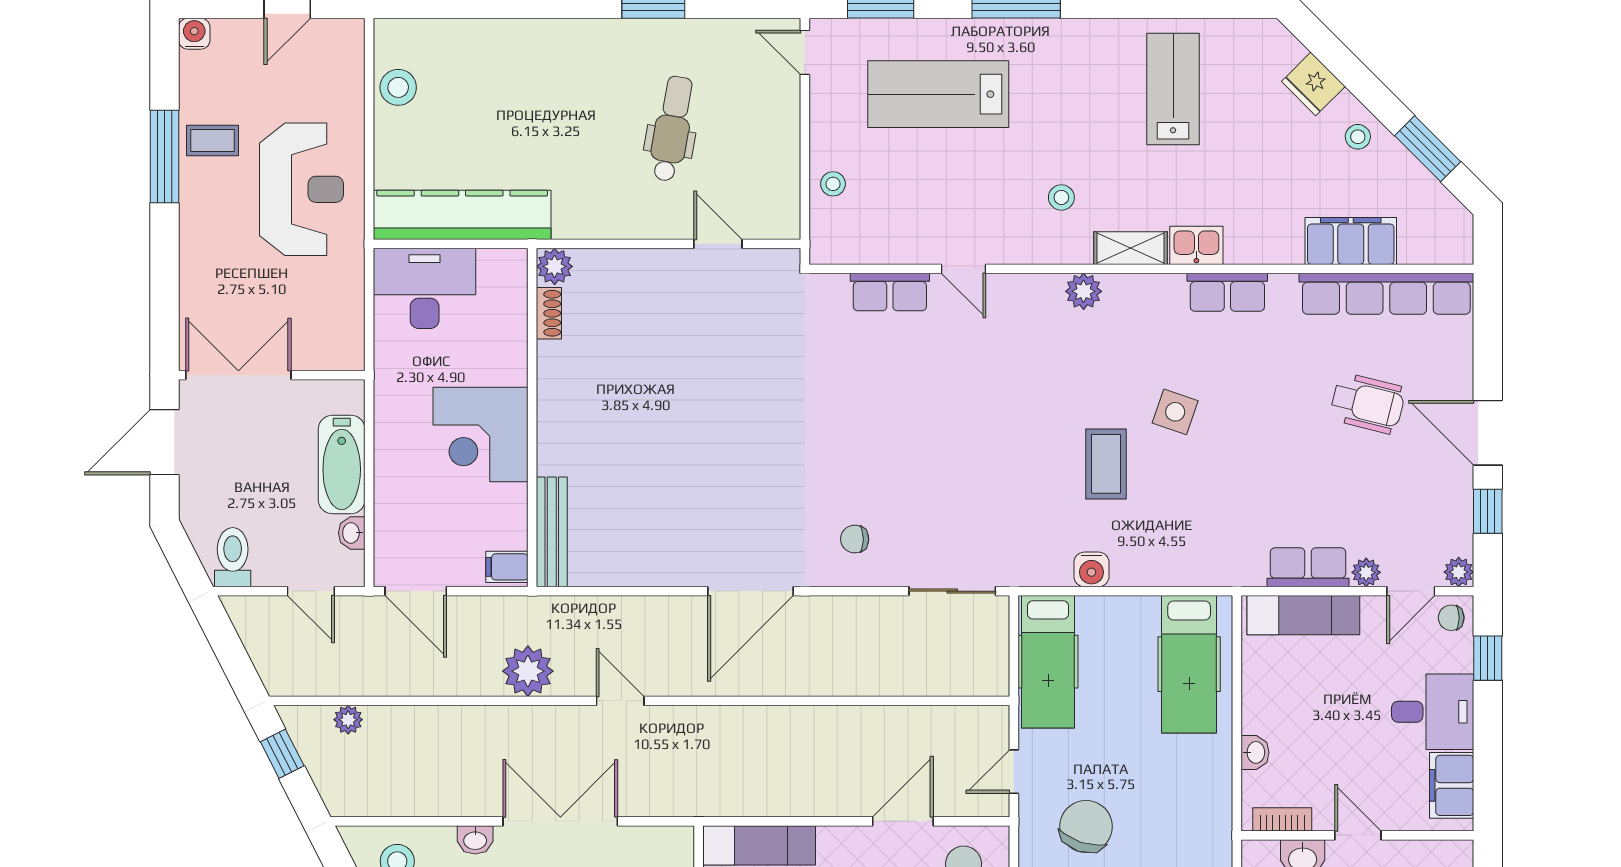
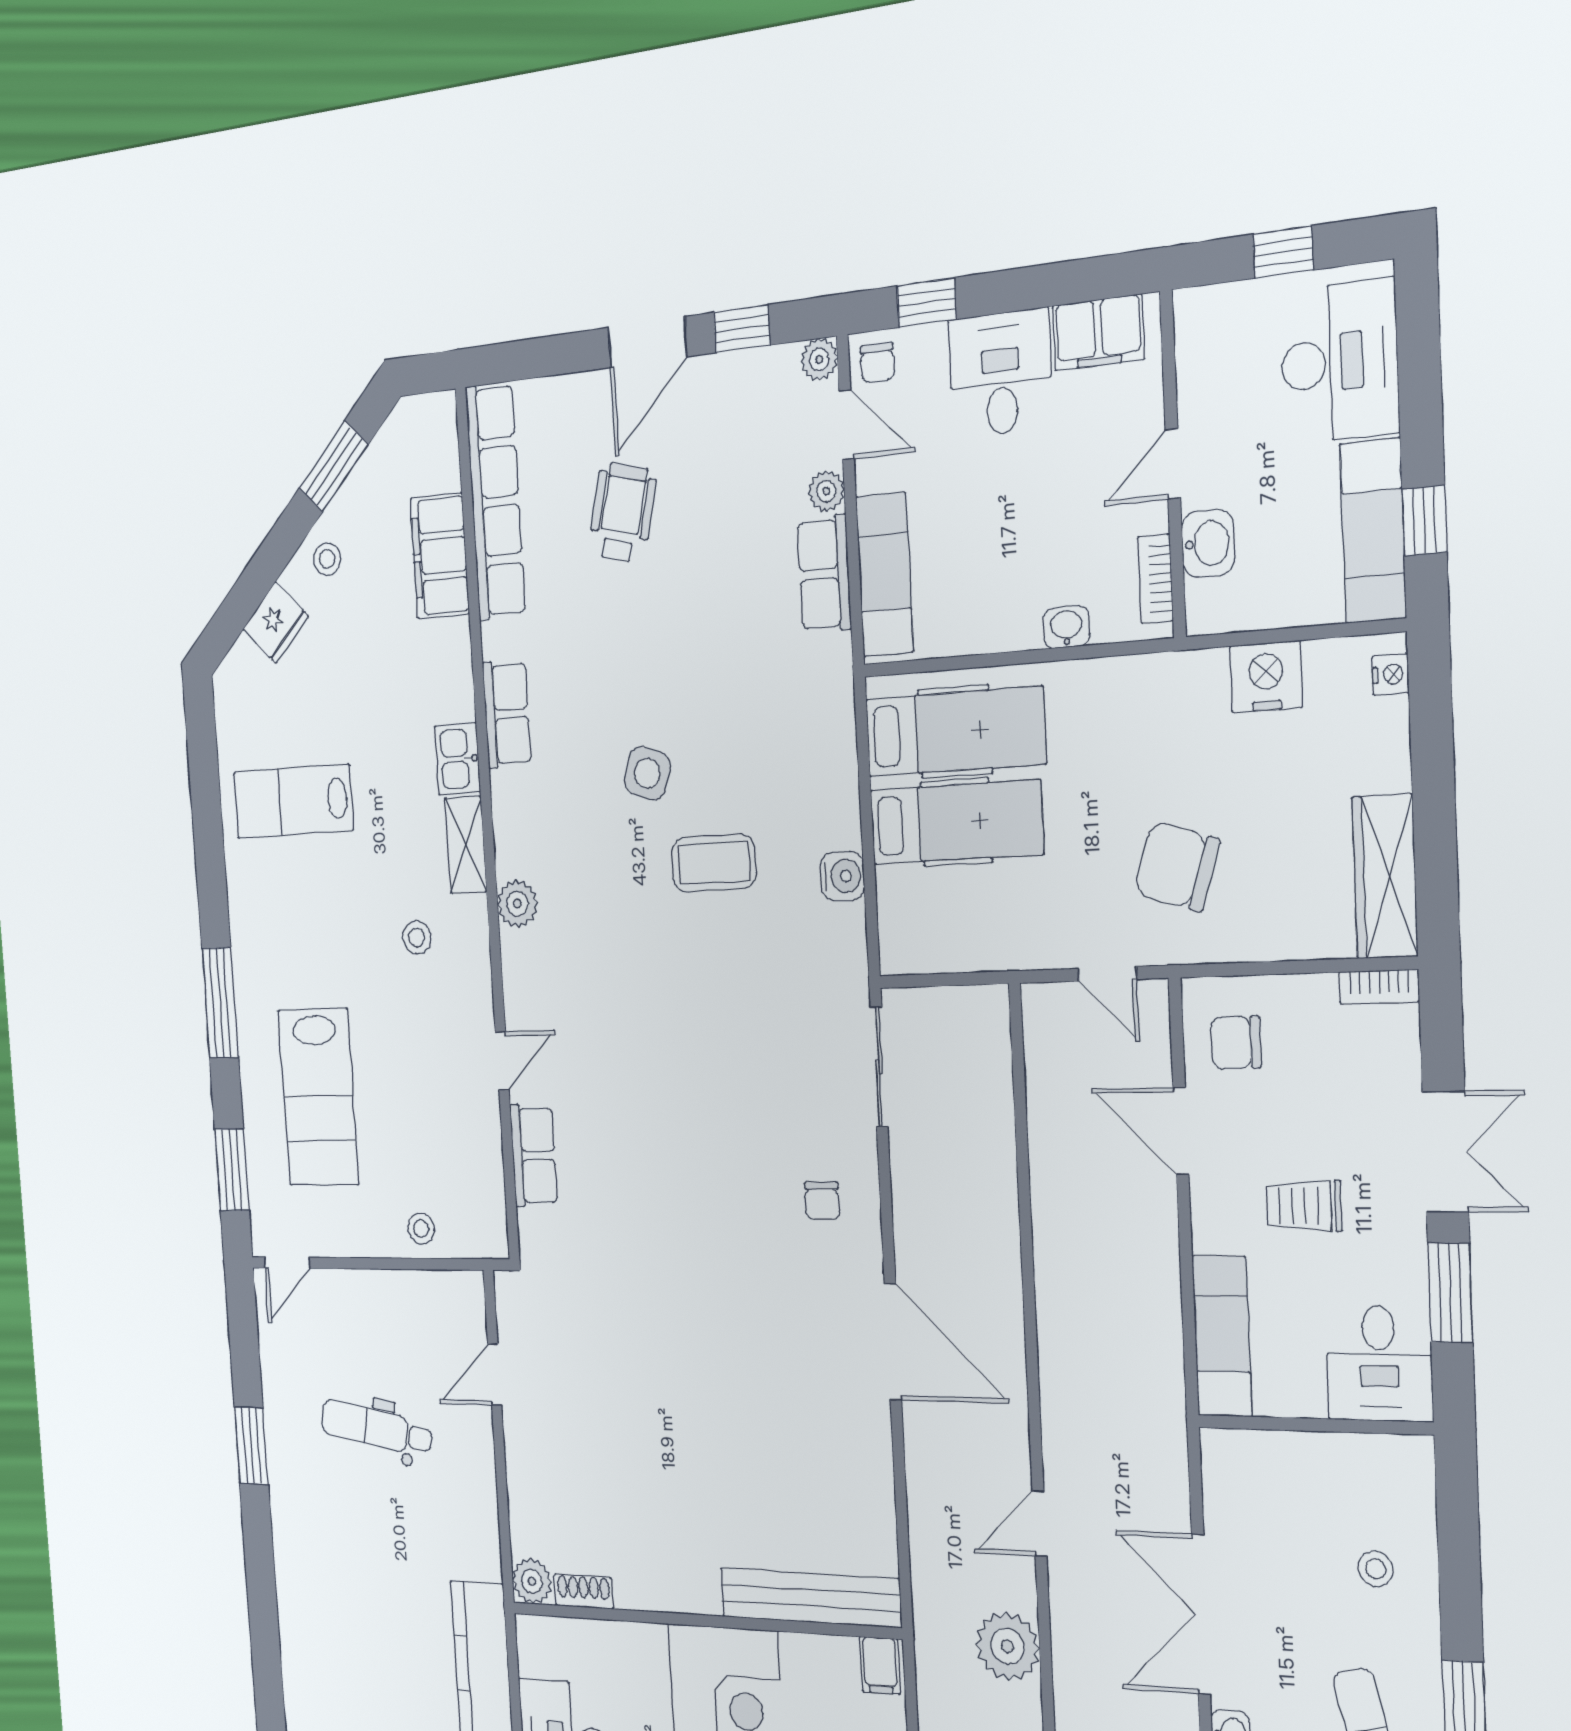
bench: (552, 532) -> (810, 1598), width x1.37, depth x1.21
hospital bed: (1048, 662) -> (956, 822), moved

